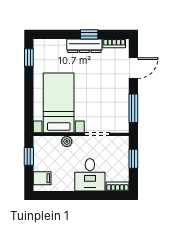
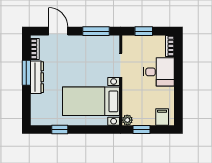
window: (89, 34) -> (26, 73), width x1.50
window: (29, 57) -> (60, 130), moved
plant: (67, 141) -> (127, 120), moved

